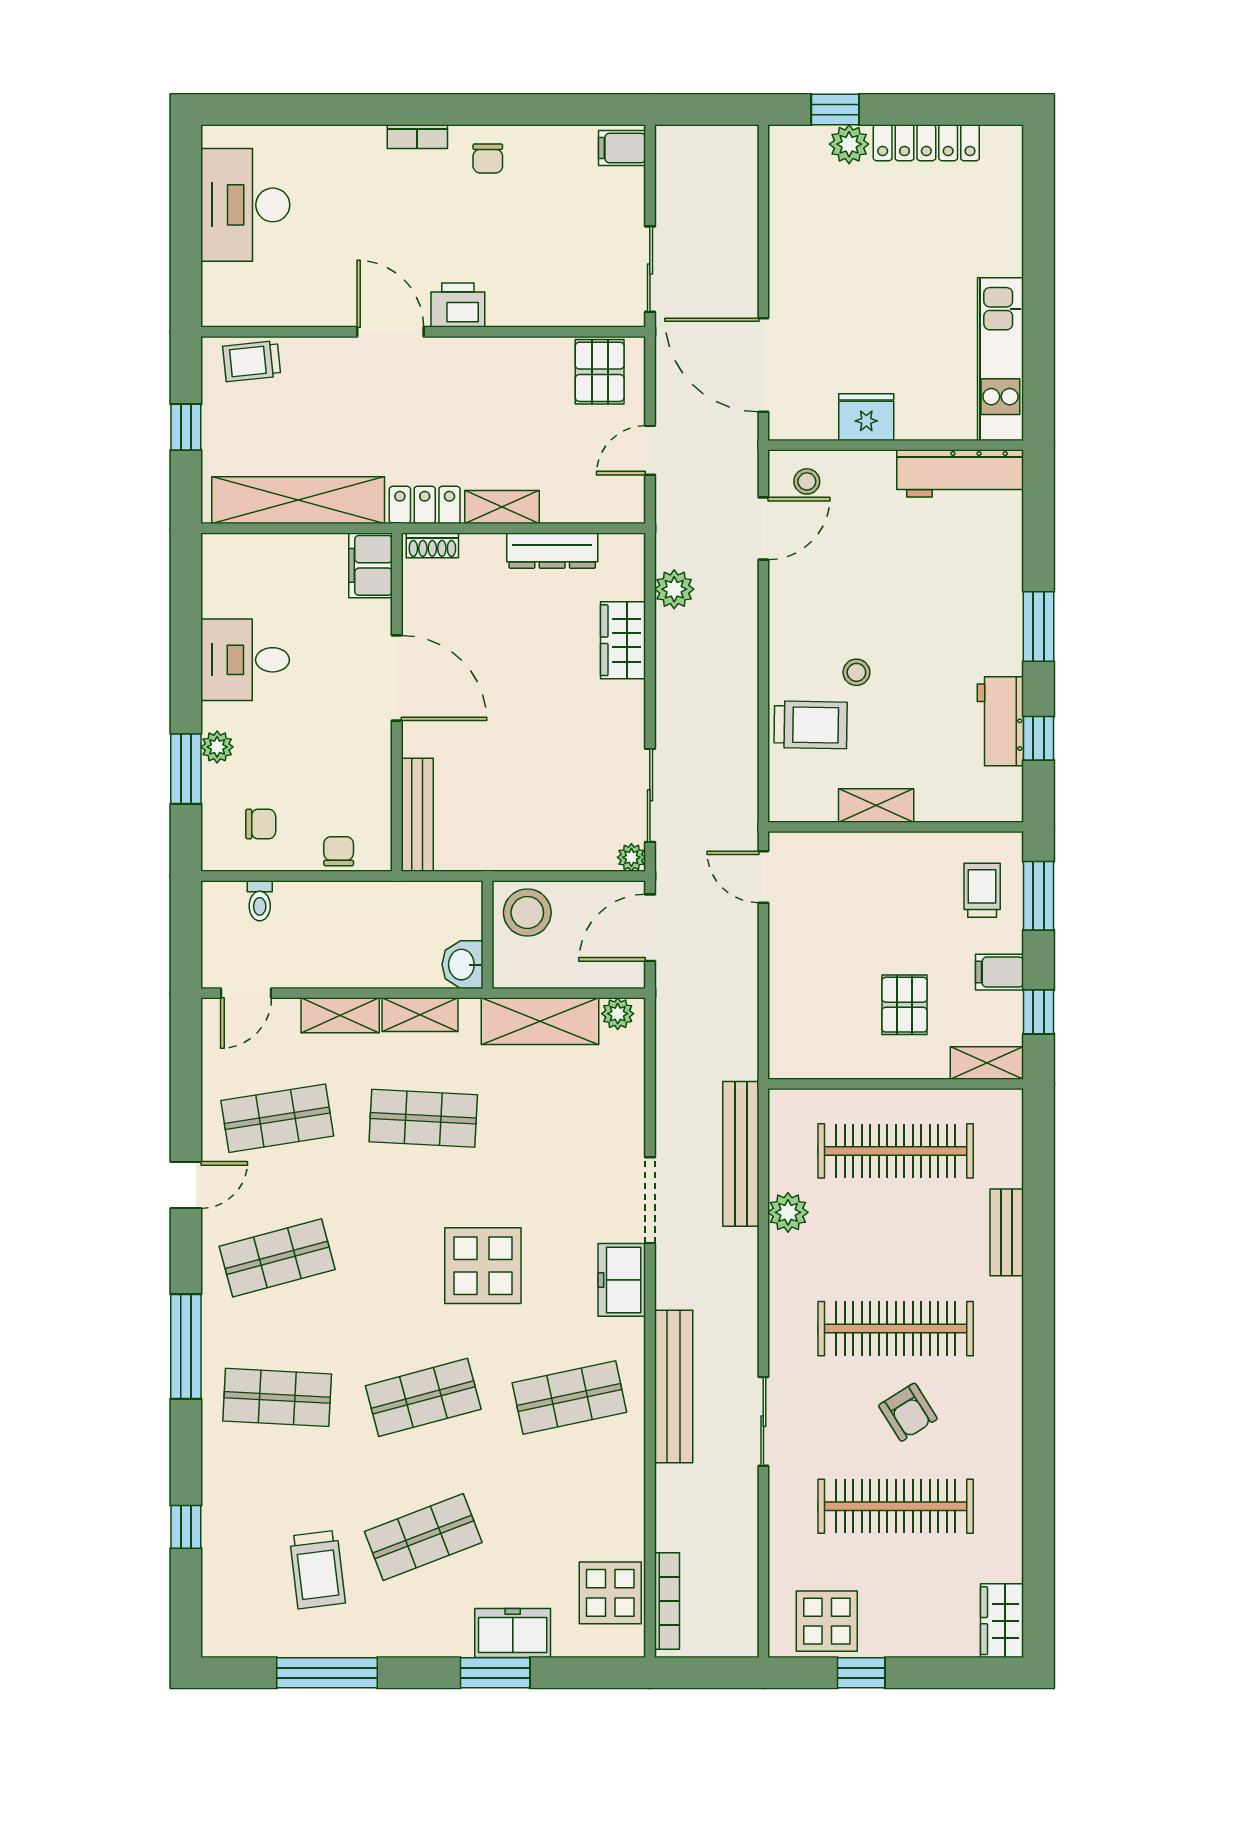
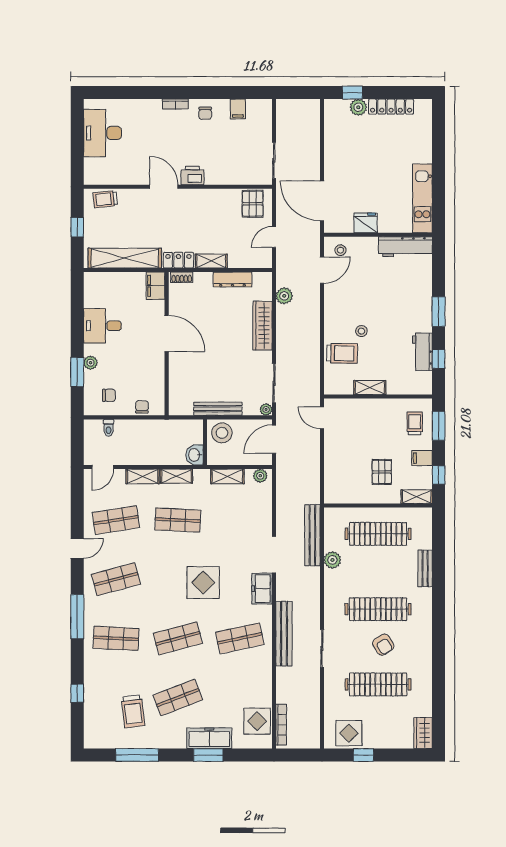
filing cabinet: (622, 148) -> (238, 109), moved, turned -90
wardrobe: (623, 640) -> (263, 326), width x1.50
bench: (417, 815) -> (218, 409), moved, turned 90
shelving: (540, 1021) -> (227, 476), width x0.67, depth x0.75
freezer: (513, 1633) -> (209, 738), width x1.40

